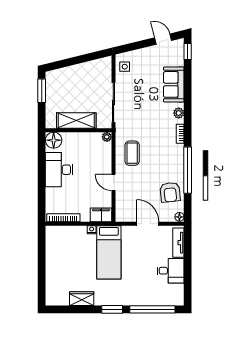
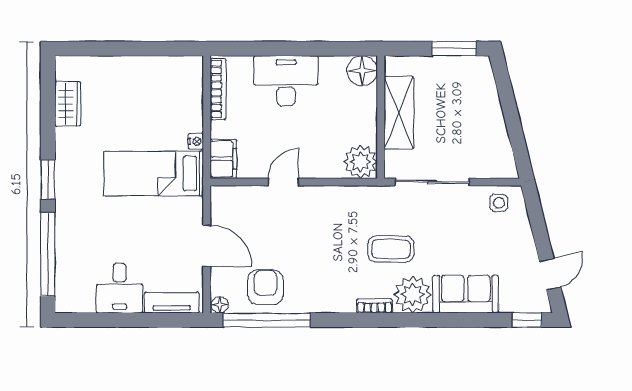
plant: (179, 113) -> (413, 295), width x1.87, depth x1.87
plant: (107, 137) -> (361, 162), width x1.88, depth x1.88
coffee table: (132, 153) -> (391, 249), moved
desk: (59, 170) -> (286, 81), moved
window: (188, 170) -> (267, 320), moved
armchair: (170, 192) -> (265, 287), turned 96
door: (148, 224) -> (207, 246), hinge flipped
wardrobe: (82, 299) -> (68, 104), moved

